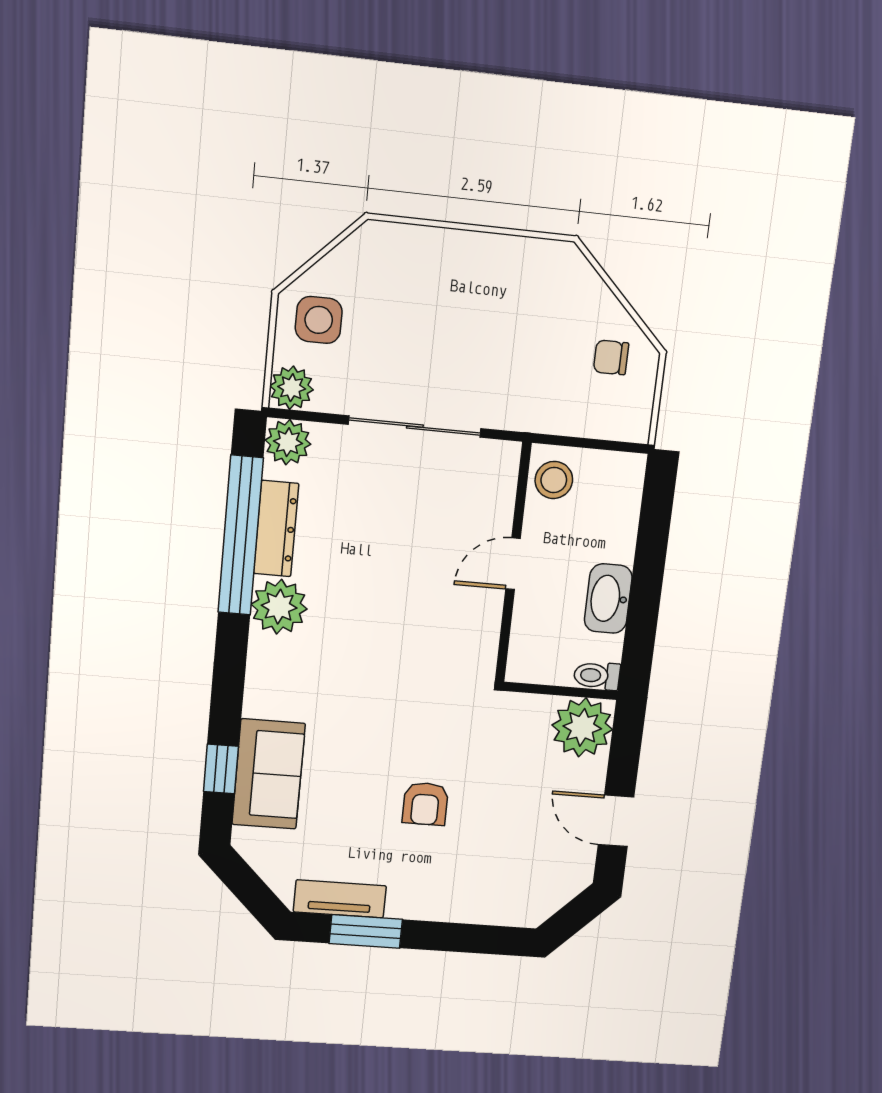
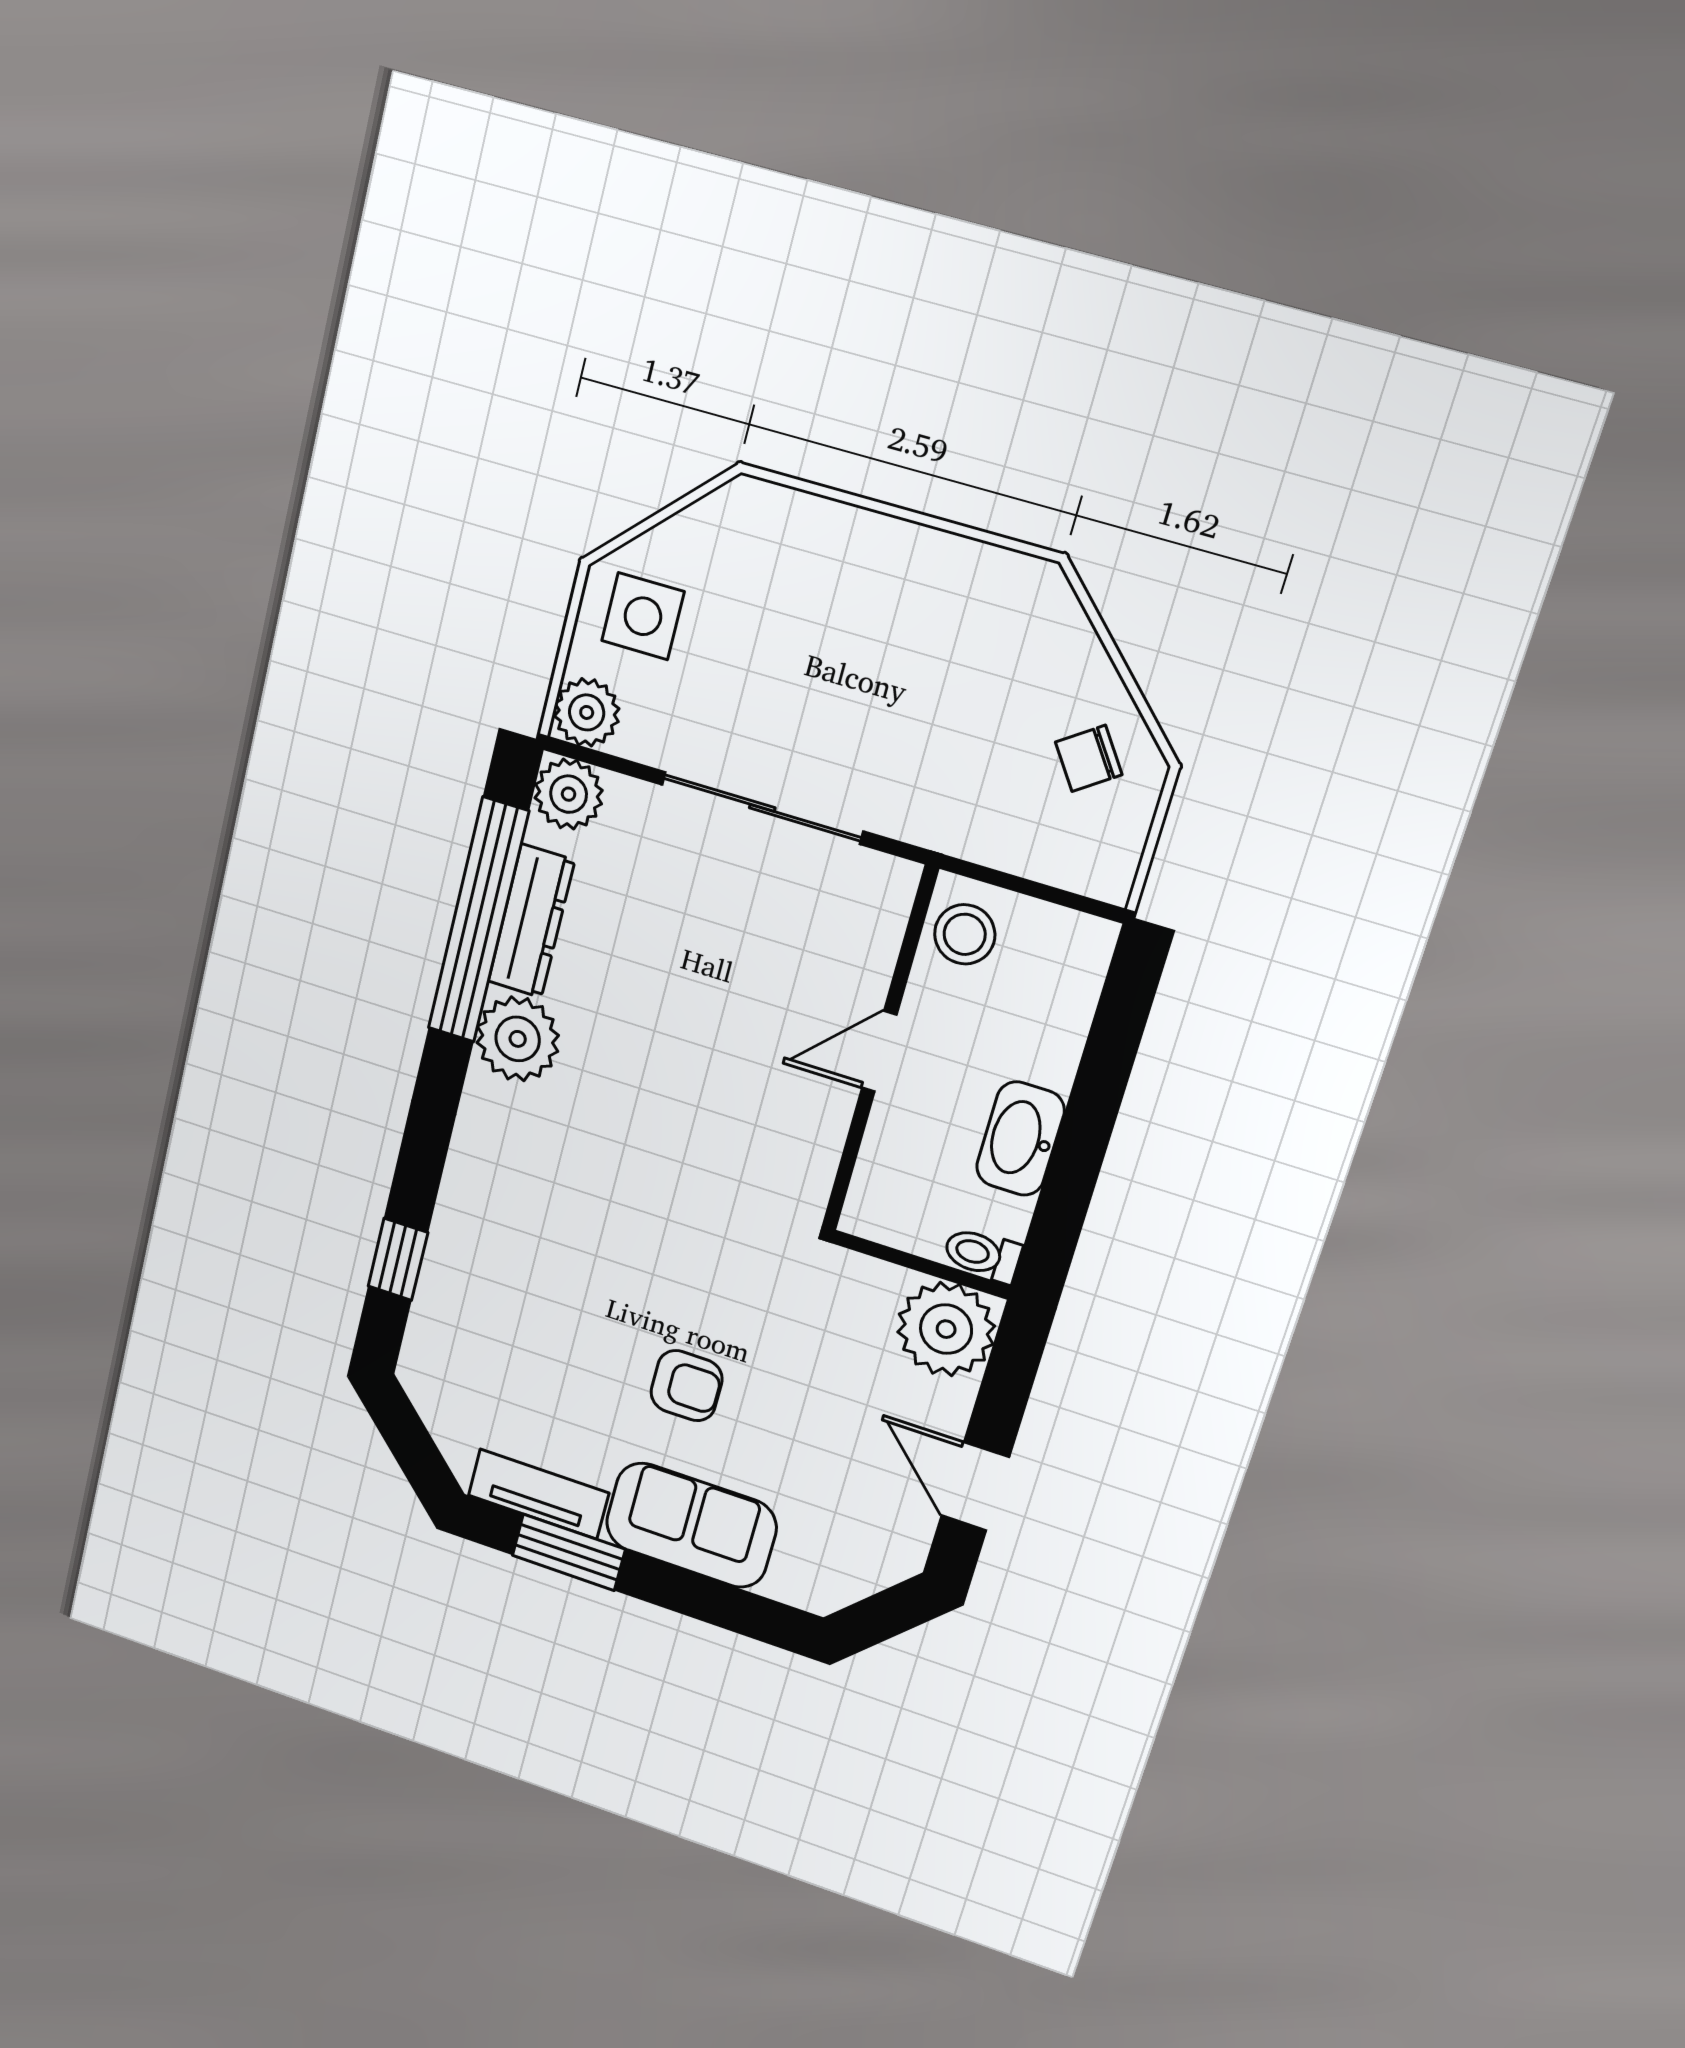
chair: (611, 357) -> (1089, 758), turned -35
sofa: (269, 774) -> (691, 1525), moved, turned -90
armchair: (425, 804) -> (686, 1386), turned -90

